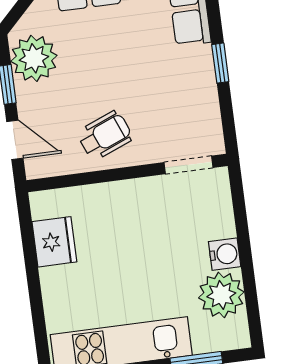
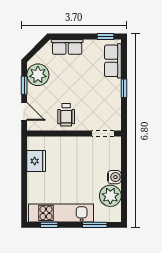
wheelchair: (105, 135) -> (66, 115), turned 112

